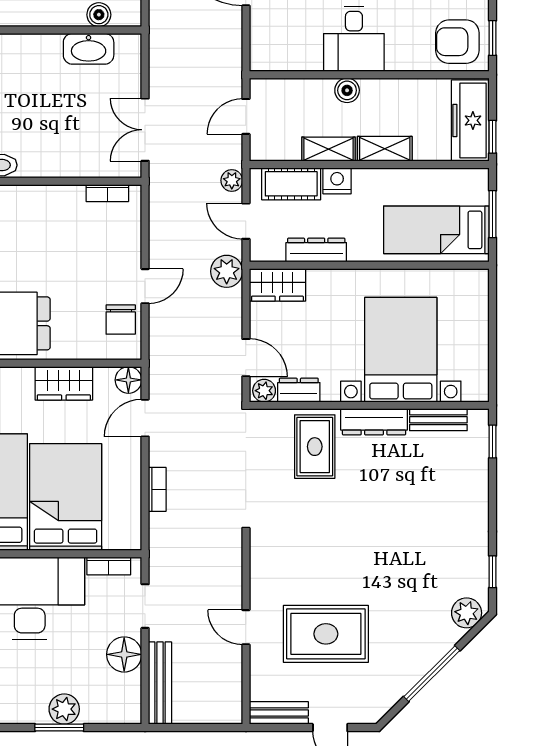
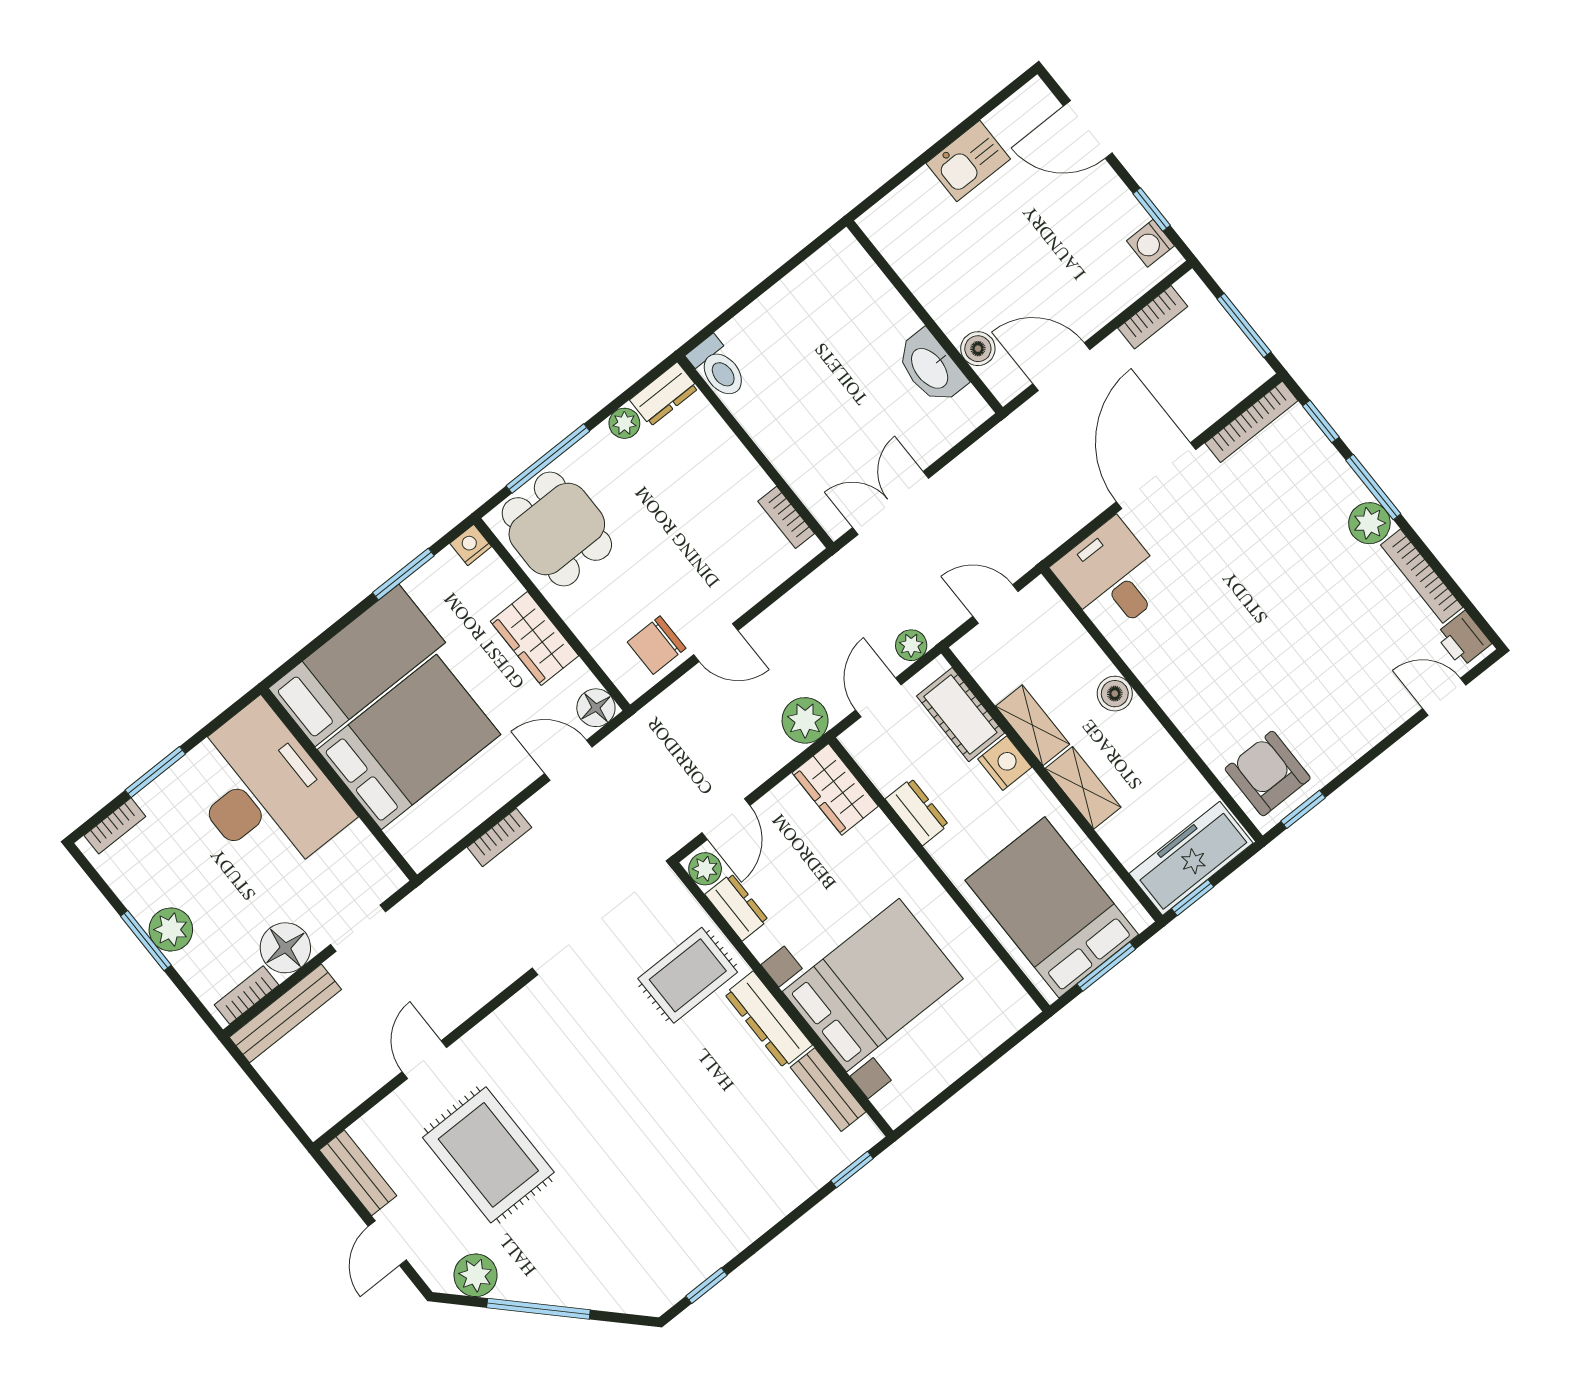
desk: (354, 39) -> (1112, 577), moved, turned 90
bed: (436, 230) -> (1052, 907), width x1.50
dresser: (316, 250) -> (917, 812), width x0.70
bookcase: (109, 566) -> (247, 995), moved, turned 90
plant: (467, 613) -> (476, 1275), moved

